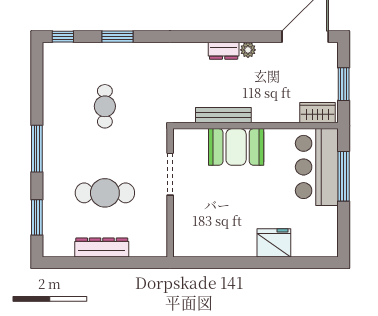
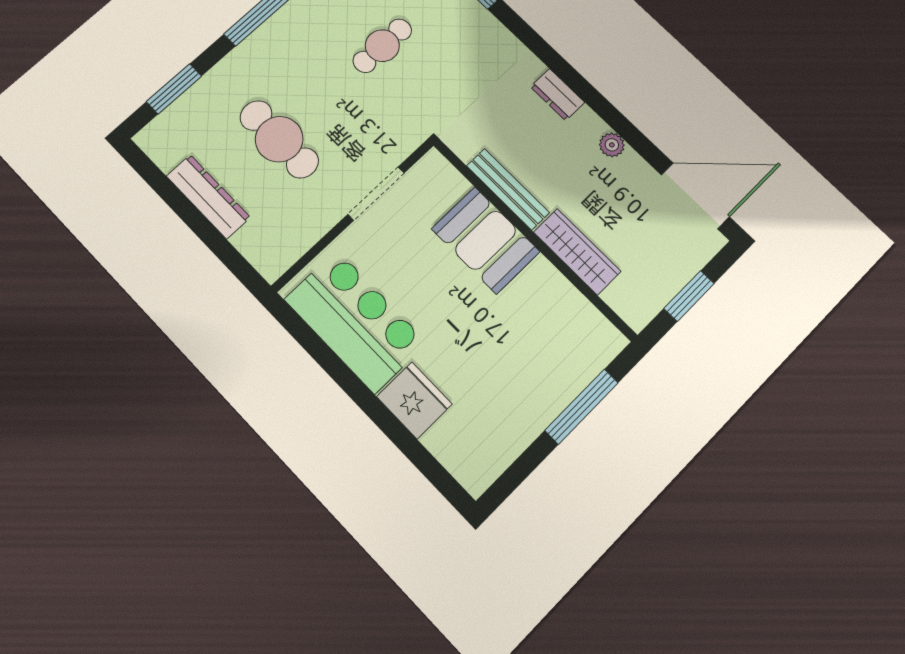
dresser: (224, 51) -> (558, 95), moved
wardrobe: (317, 113) -> (577, 252), moved, width x1.50
bar counter: (317, 167) -> (355, 321), moved, turned 90

